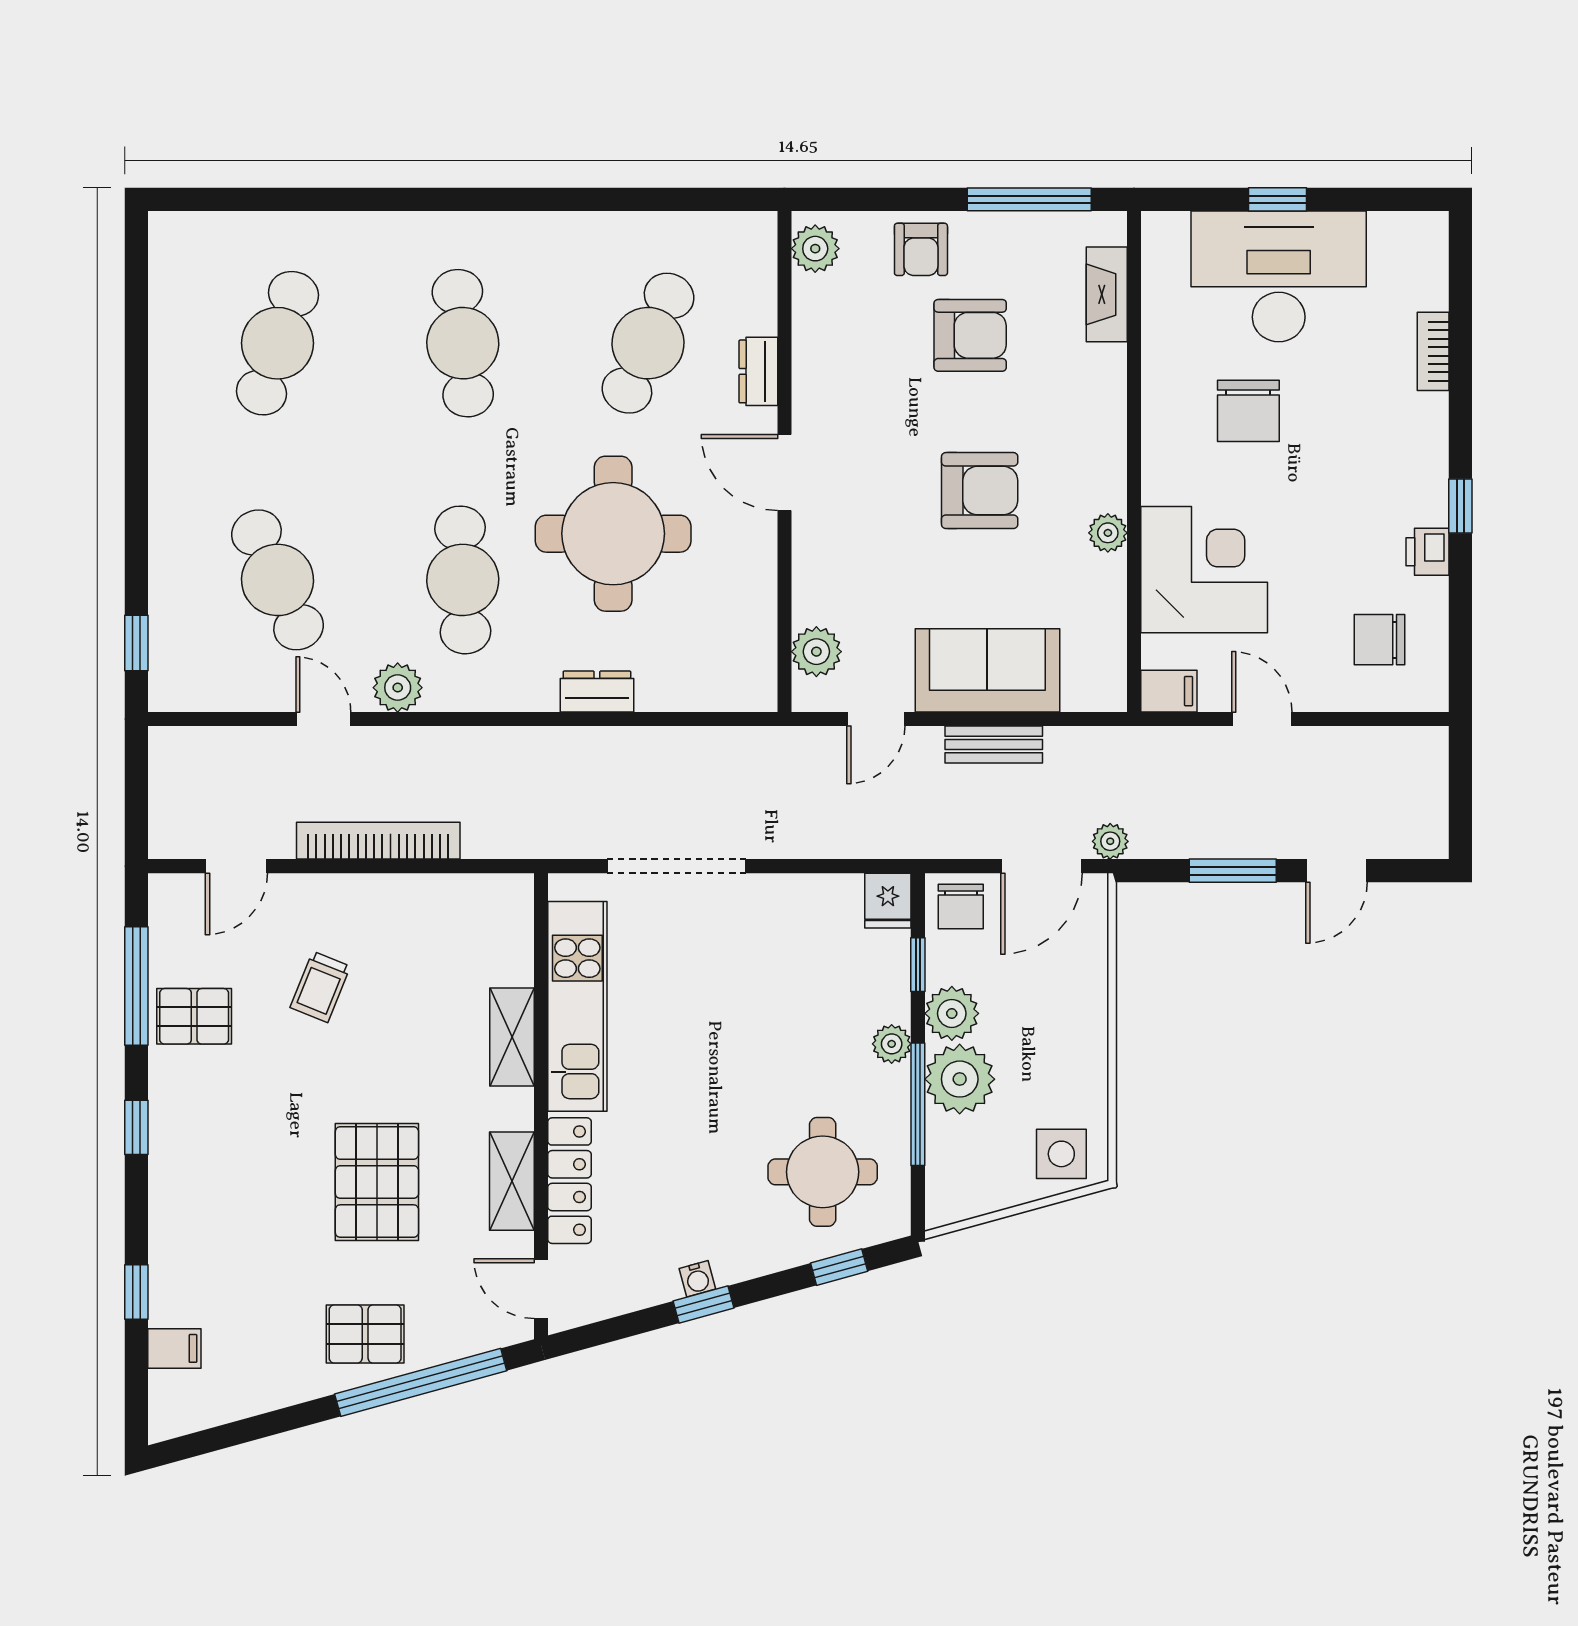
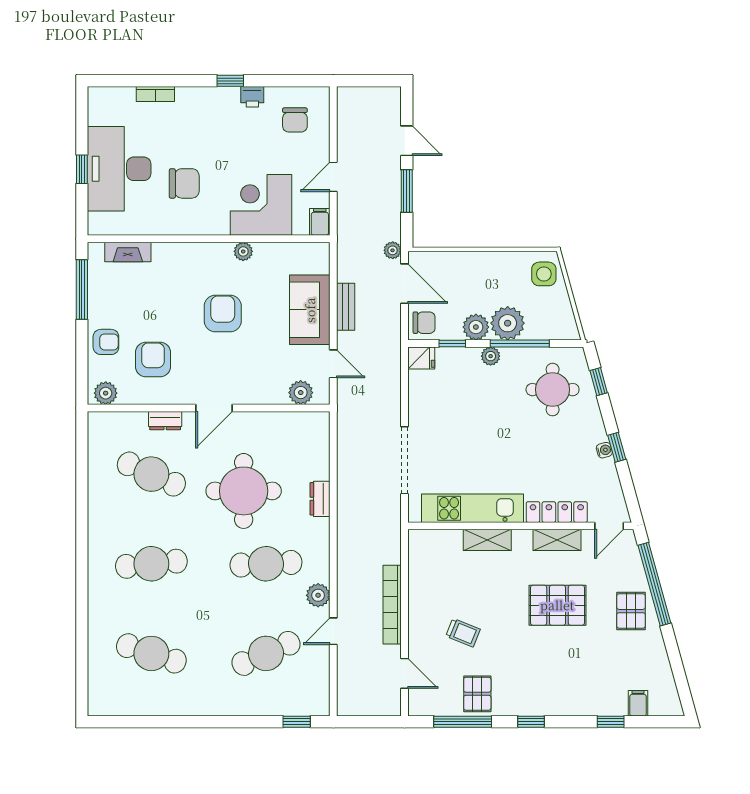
armchair: (970, 335) -> (153, 360), moved

